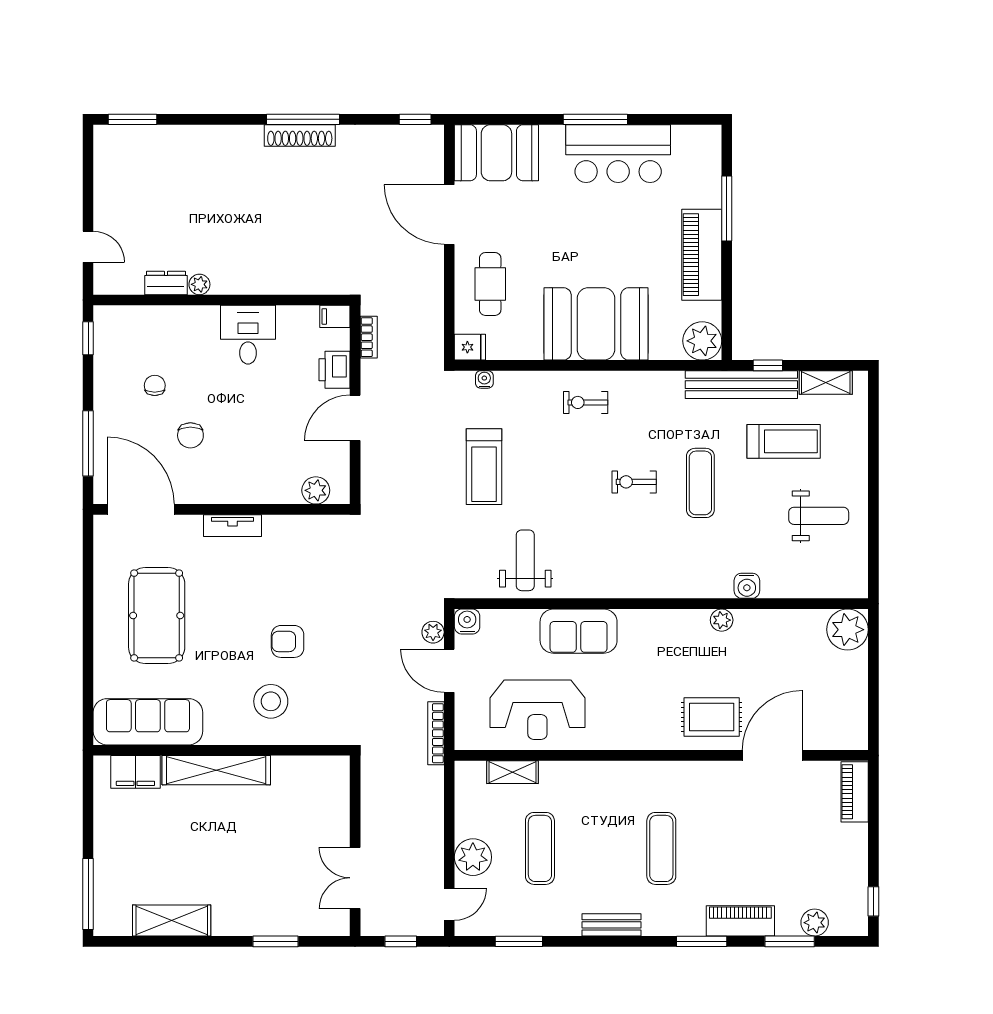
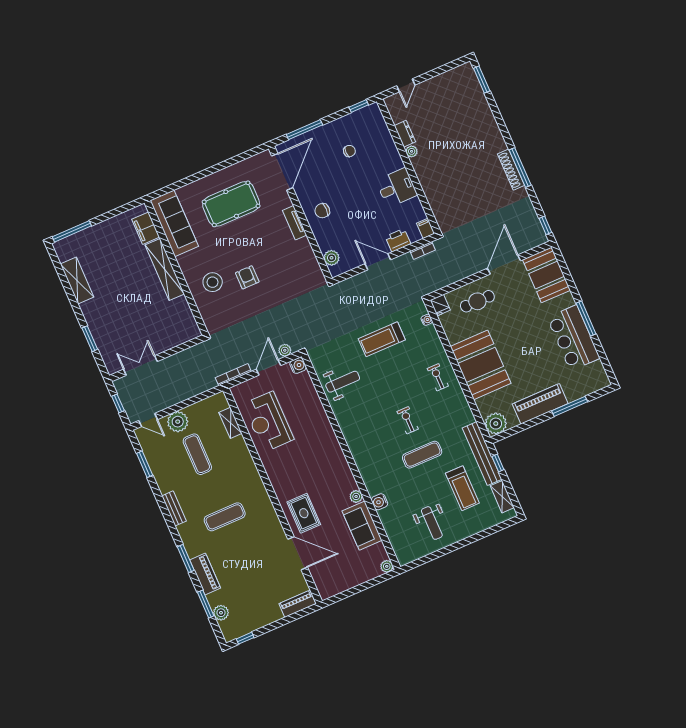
chair: (190, 435) -> (322, 211), moved
plant: (847, 630) -> (387, 566), width x0.53, depth x0.53
sofa: (579, 631) -> (362, 526), moved
exercise mat: (540, 848) -> (197, 454), turned 90

